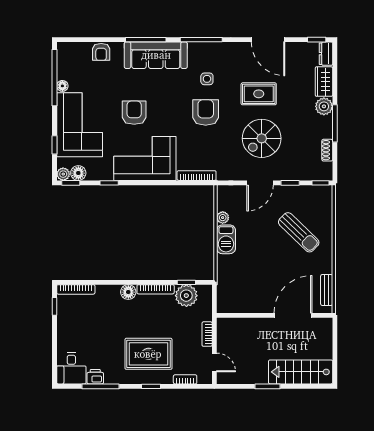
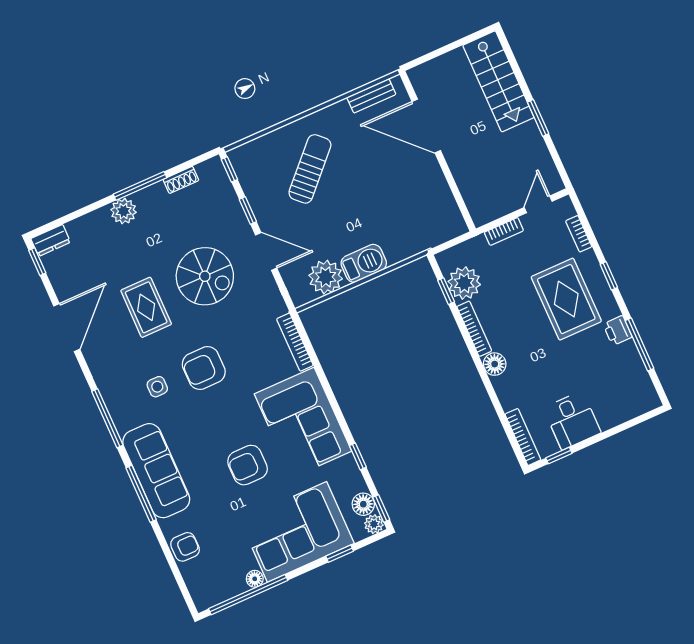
wardrobe: (324, 82) -> (90, 226), removed
plant: (223, 218) -> (326, 277), width x1.88, depth x1.88
desk: (71, 368) -> (572, 420), moved, turned 90
printer: (95, 377) -> (618, 331), moved

